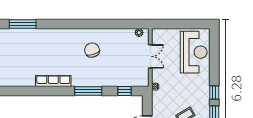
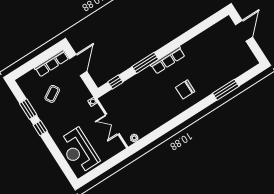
window: (23, 24) -> (226, 90), moved
chair: (92, 50) -> (185, 89), moved, turned 108
row of seats: (53, 81) -> (168, 60), moved

